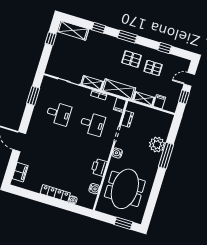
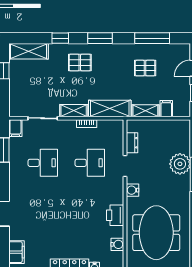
window: (165, 48) -> (152, 38), width x2.17
pallet: (132, 59) -> (80, 62), moved
filing cabinet: (120, 105) -> (15, 128), moved

